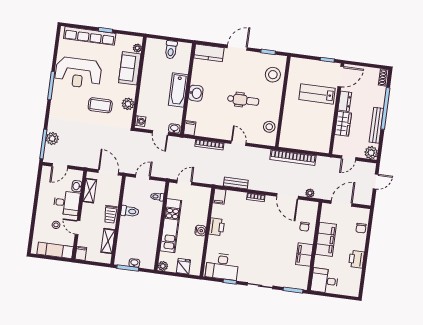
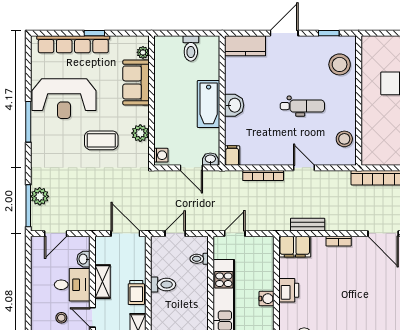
shelving: (90, 191) -> (102, 282), moved
filing cabinet: (219, 196) -> (295, 247), width x2.00

